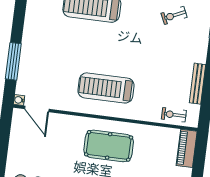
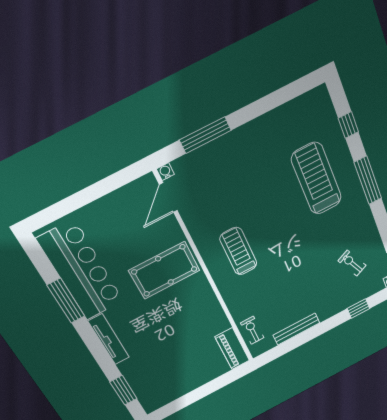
treadmill: (106, 88) -> (238, 251), width x0.73, depth x0.73
pool table: (109, 146) -> (164, 270), moved, turned 90
piano: (187, 148) -> (232, 349), moved, turned -90

